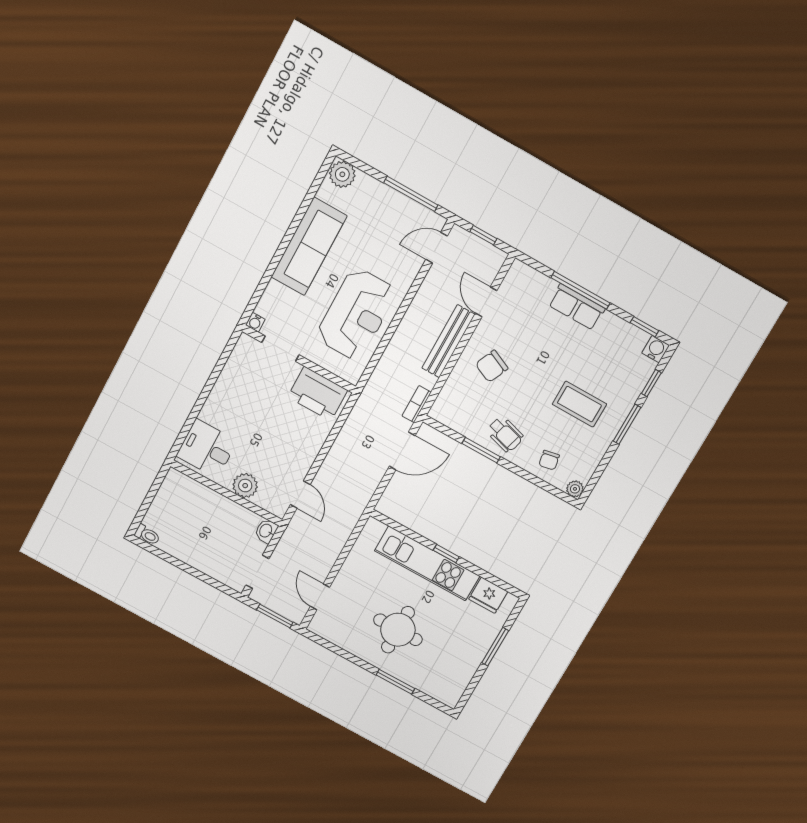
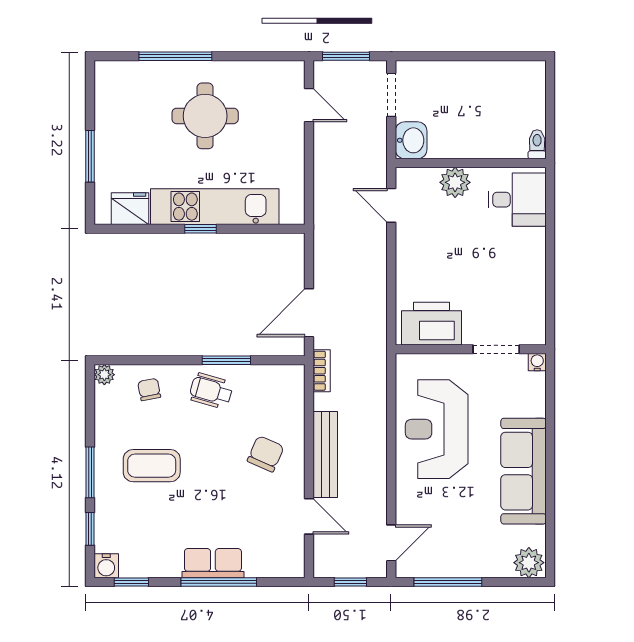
washbasin: (266, 531) -> (411, 140), width x1.38, depth x1.45
toilet: (147, 535) -> (537, 144), moved, turned 90
window: (395, 682) -> (175, 56), width x1.44

